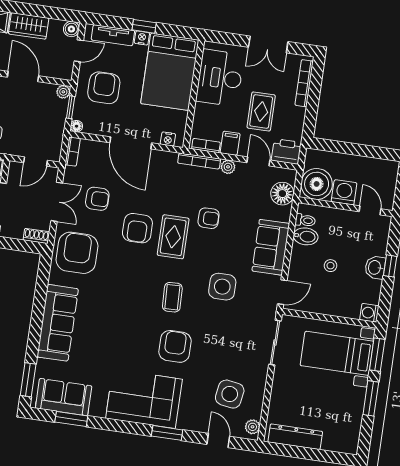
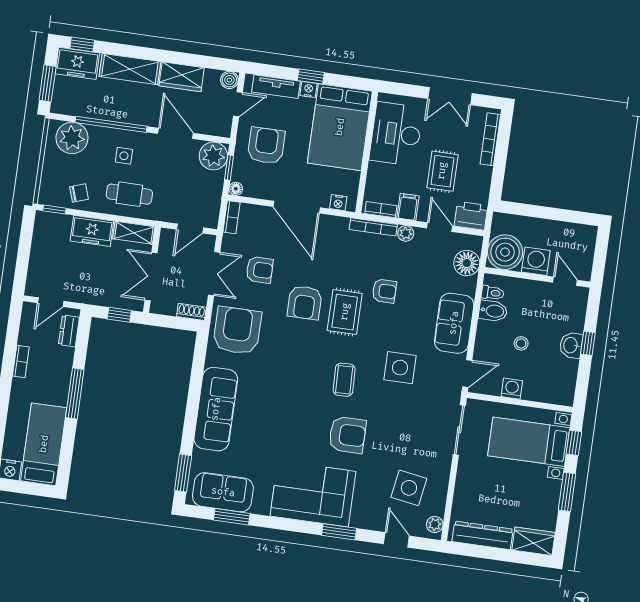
plant: (63, 92) -> (213, 156), width x1.88, depth x1.88
washing machine: (369, 313) -> (512, 389), moved, turned 90
armchair: (175, 346) -> (347, 435), turned 90
window: (377, 355) -> (574, 443), width x0.67
wardrobe: (341, 442) -> (534, 541), added

